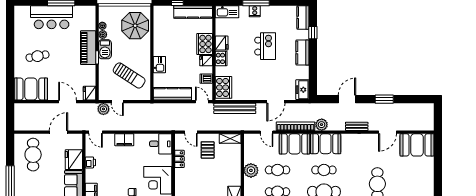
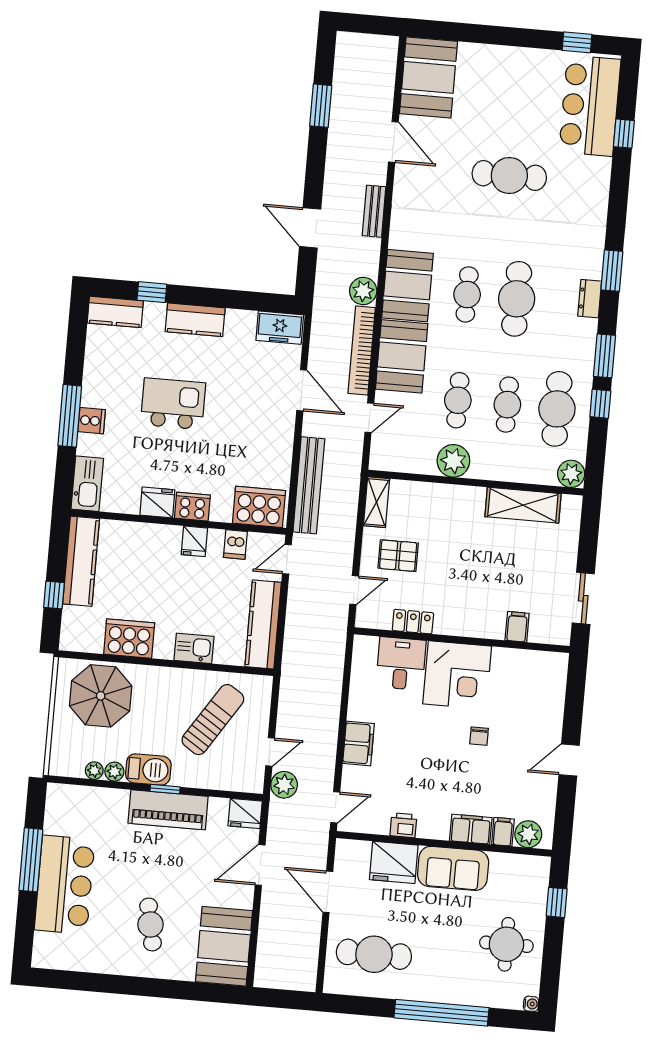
cooker: (205, 44) -> (129, 639), moved, turned 180
piano: (88, 48) -> (168, 810), moved
window: (384, 99) -> (321, 106), moved
desk: (161, 144) -> (401, 664), moved

